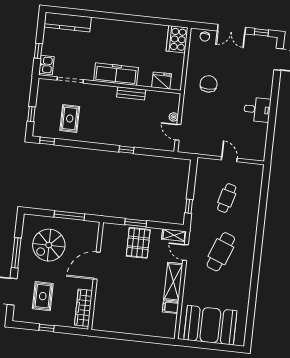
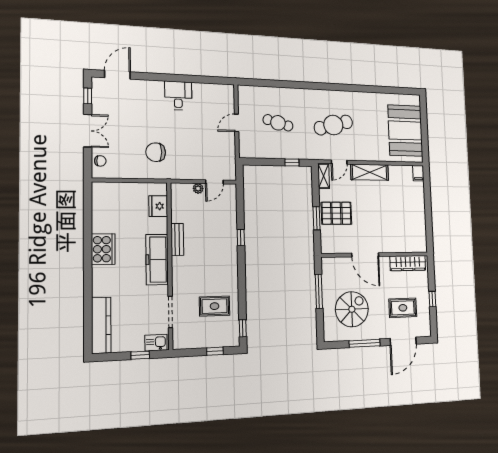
cooker: (177, 39) -> (103, 249), moved, turned -90
spiral stairs: (49, 245) -> (352, 309), turned -90
cafe table: (221, 252) -> (333, 125), turned -36
filing cabinet: (171, 307) -> (418, 173), moved

